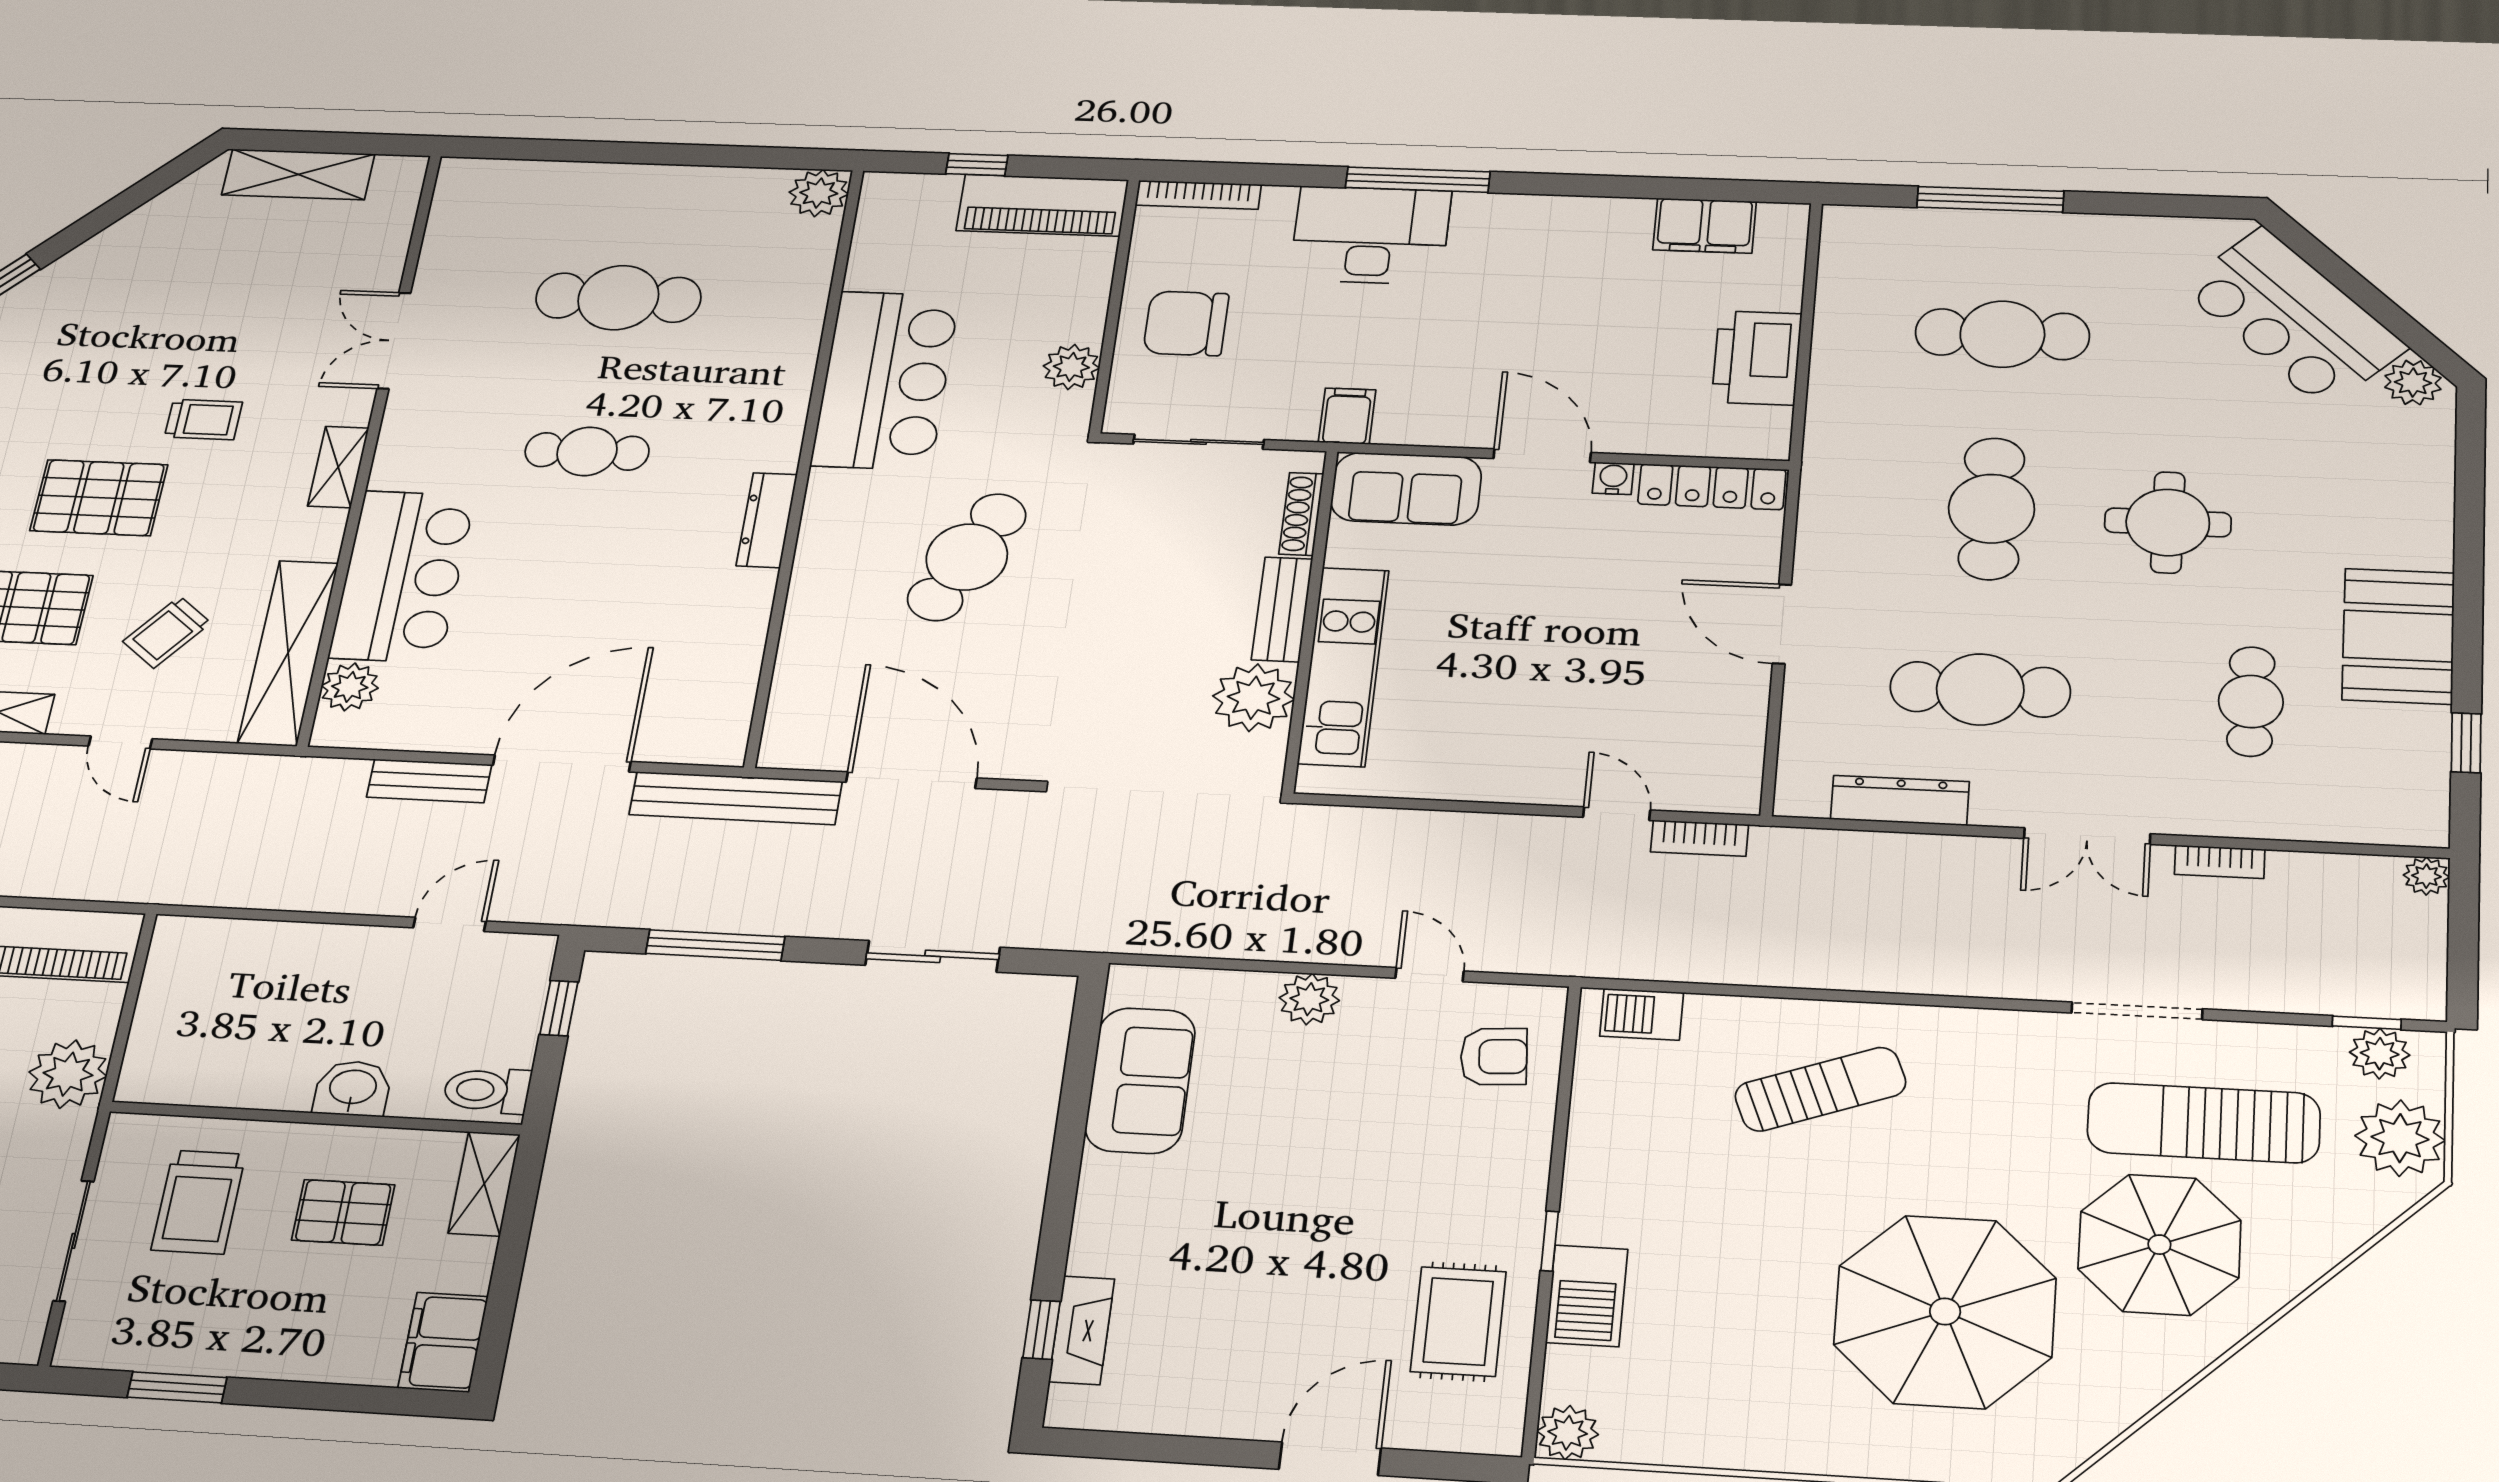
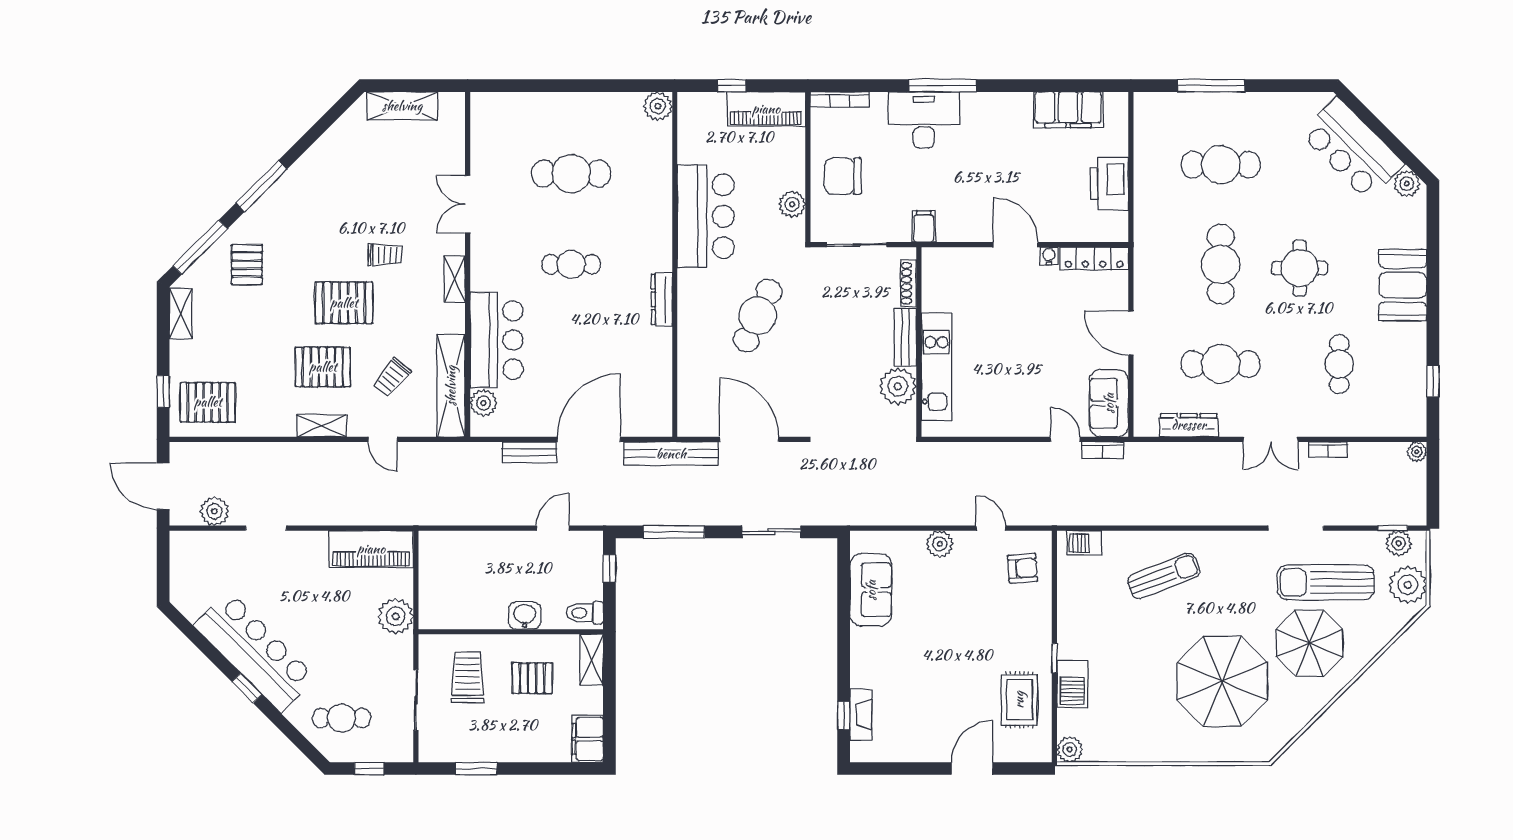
filing cabinet: (1705, 226) -> (1068, 110), width x1.50, depth x1.17
sofa: (1406, 489) -> (1109, 403), moved, turned 90
booth: (2398, 636) -> (1403, 285), moved
trolley: (199, 1202) -> (467, 677), turned 180

